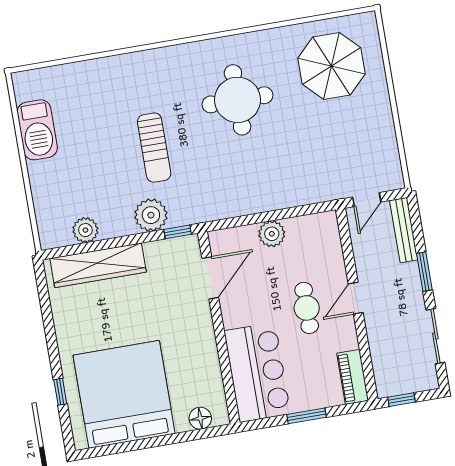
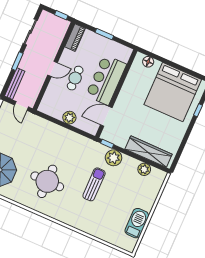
door: (367, 200) -> (21, 106), swing flipped
bar counter: (257, 372) -> (106, 80), moved

